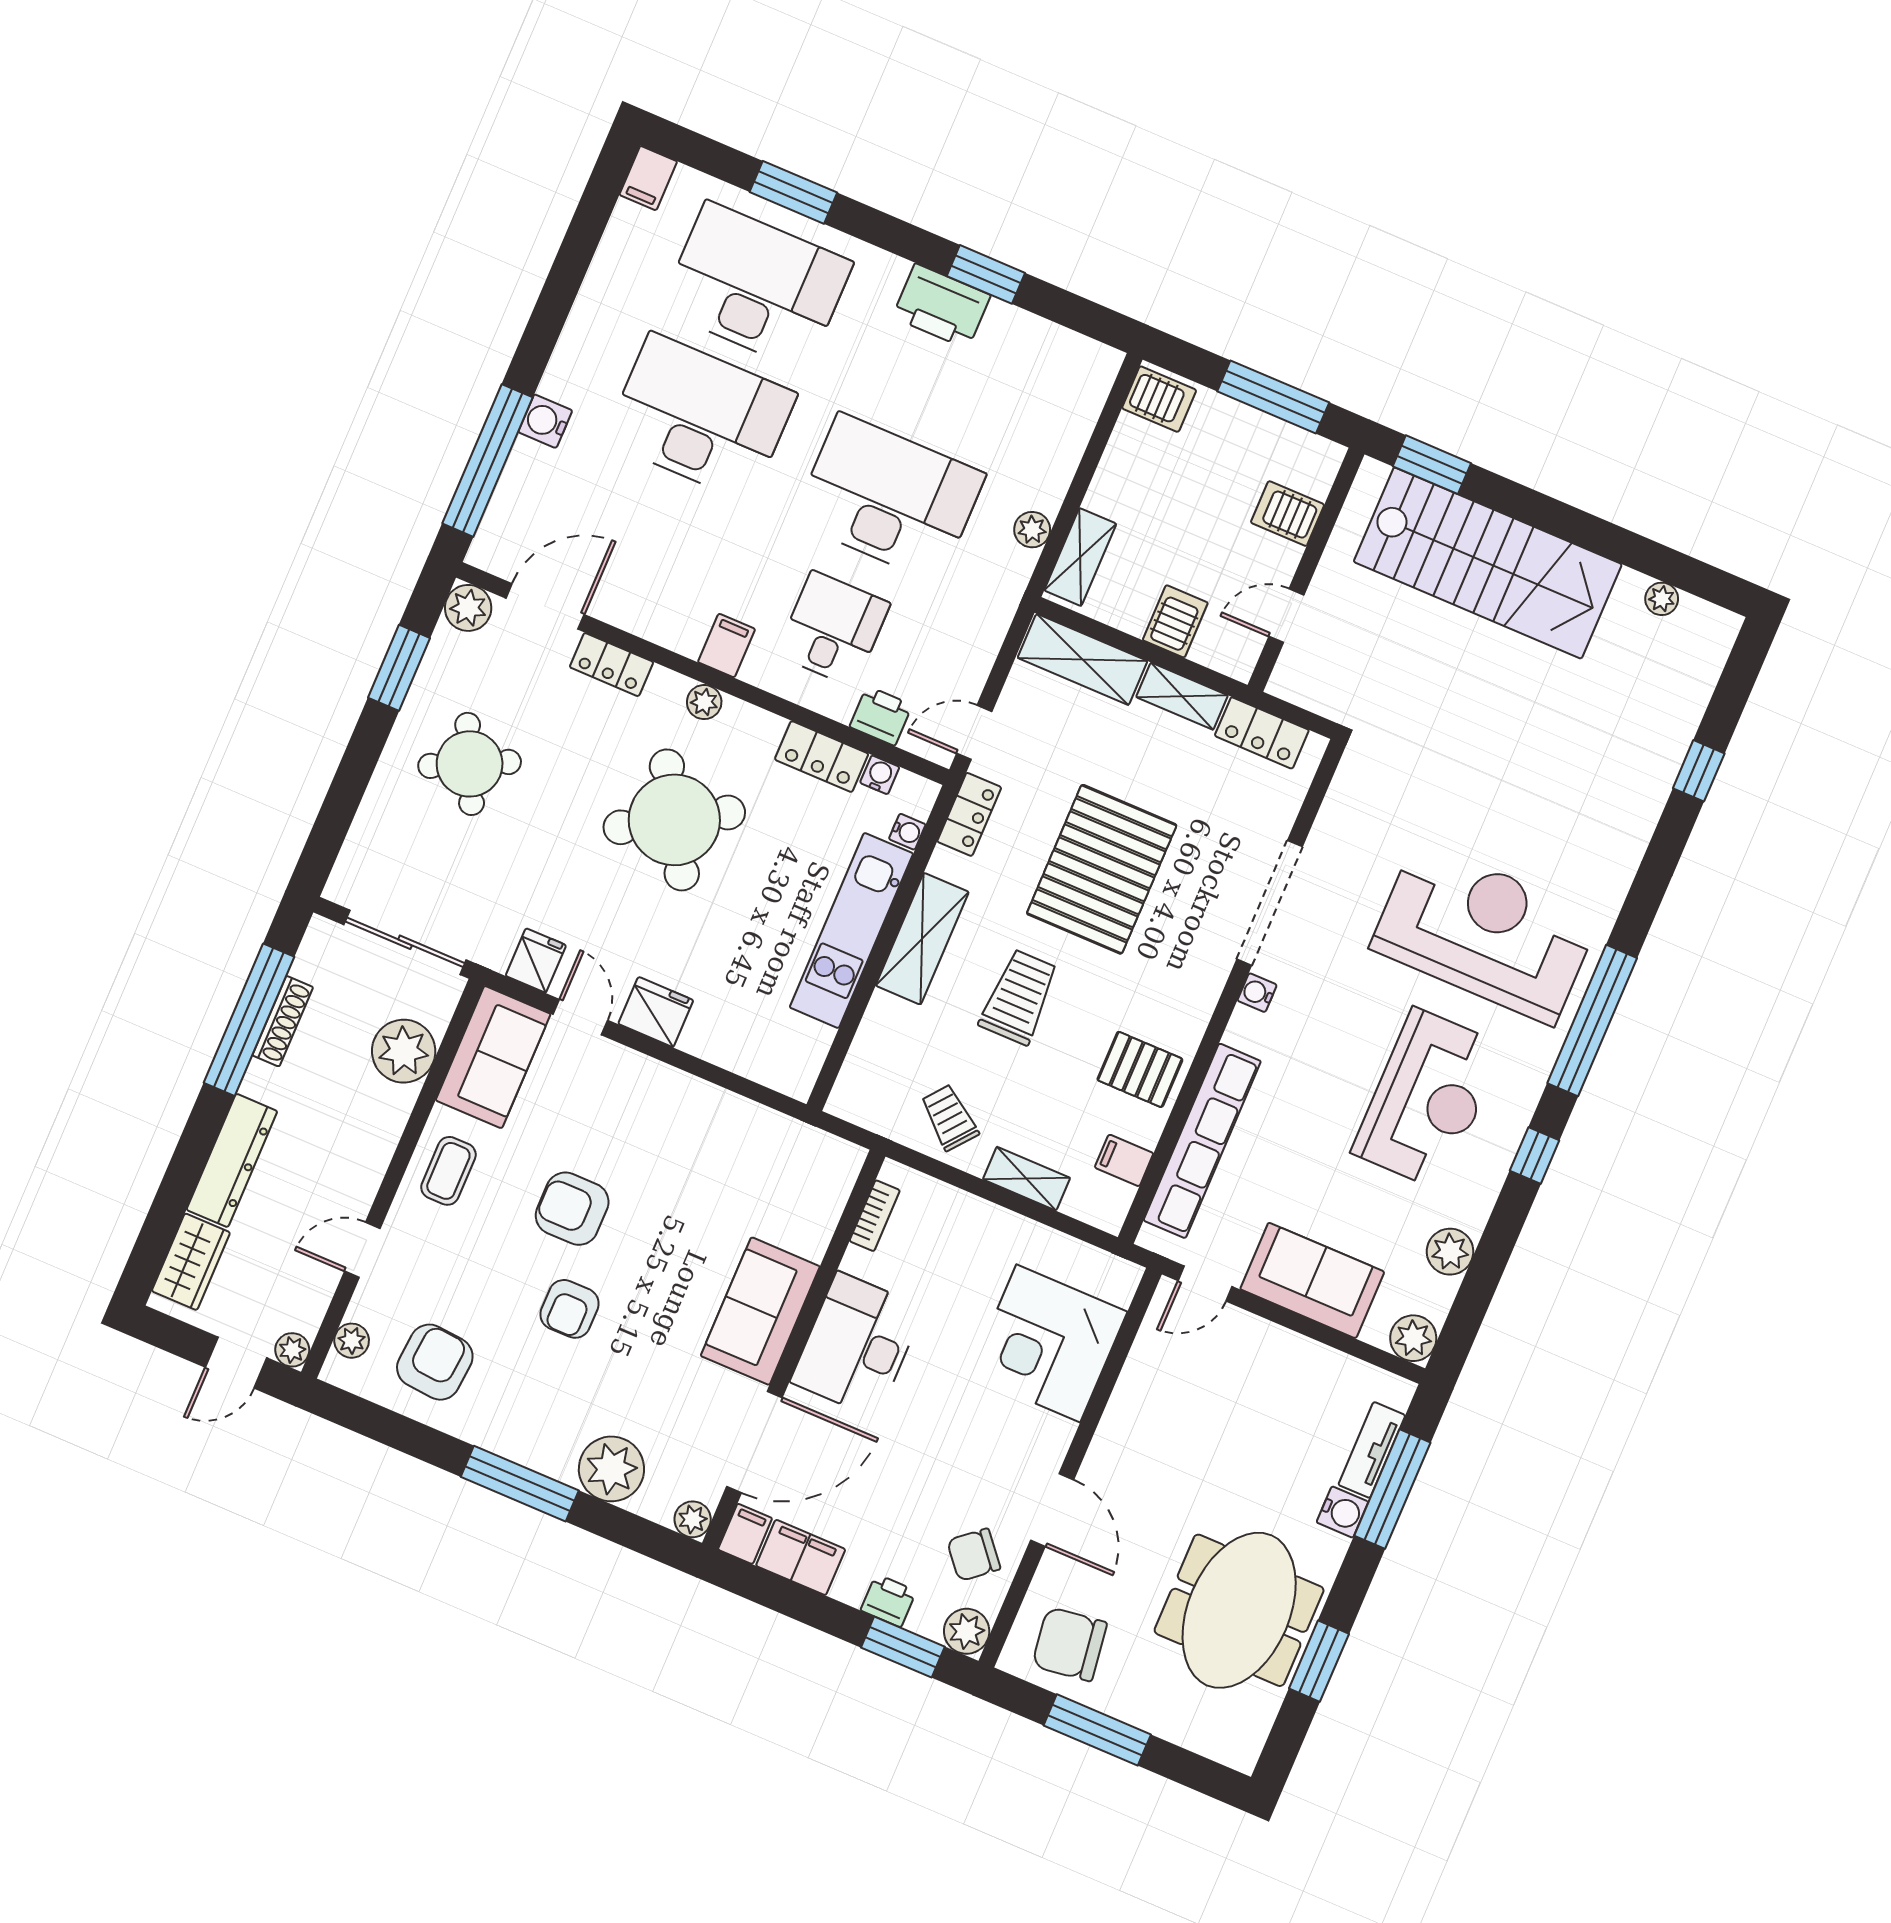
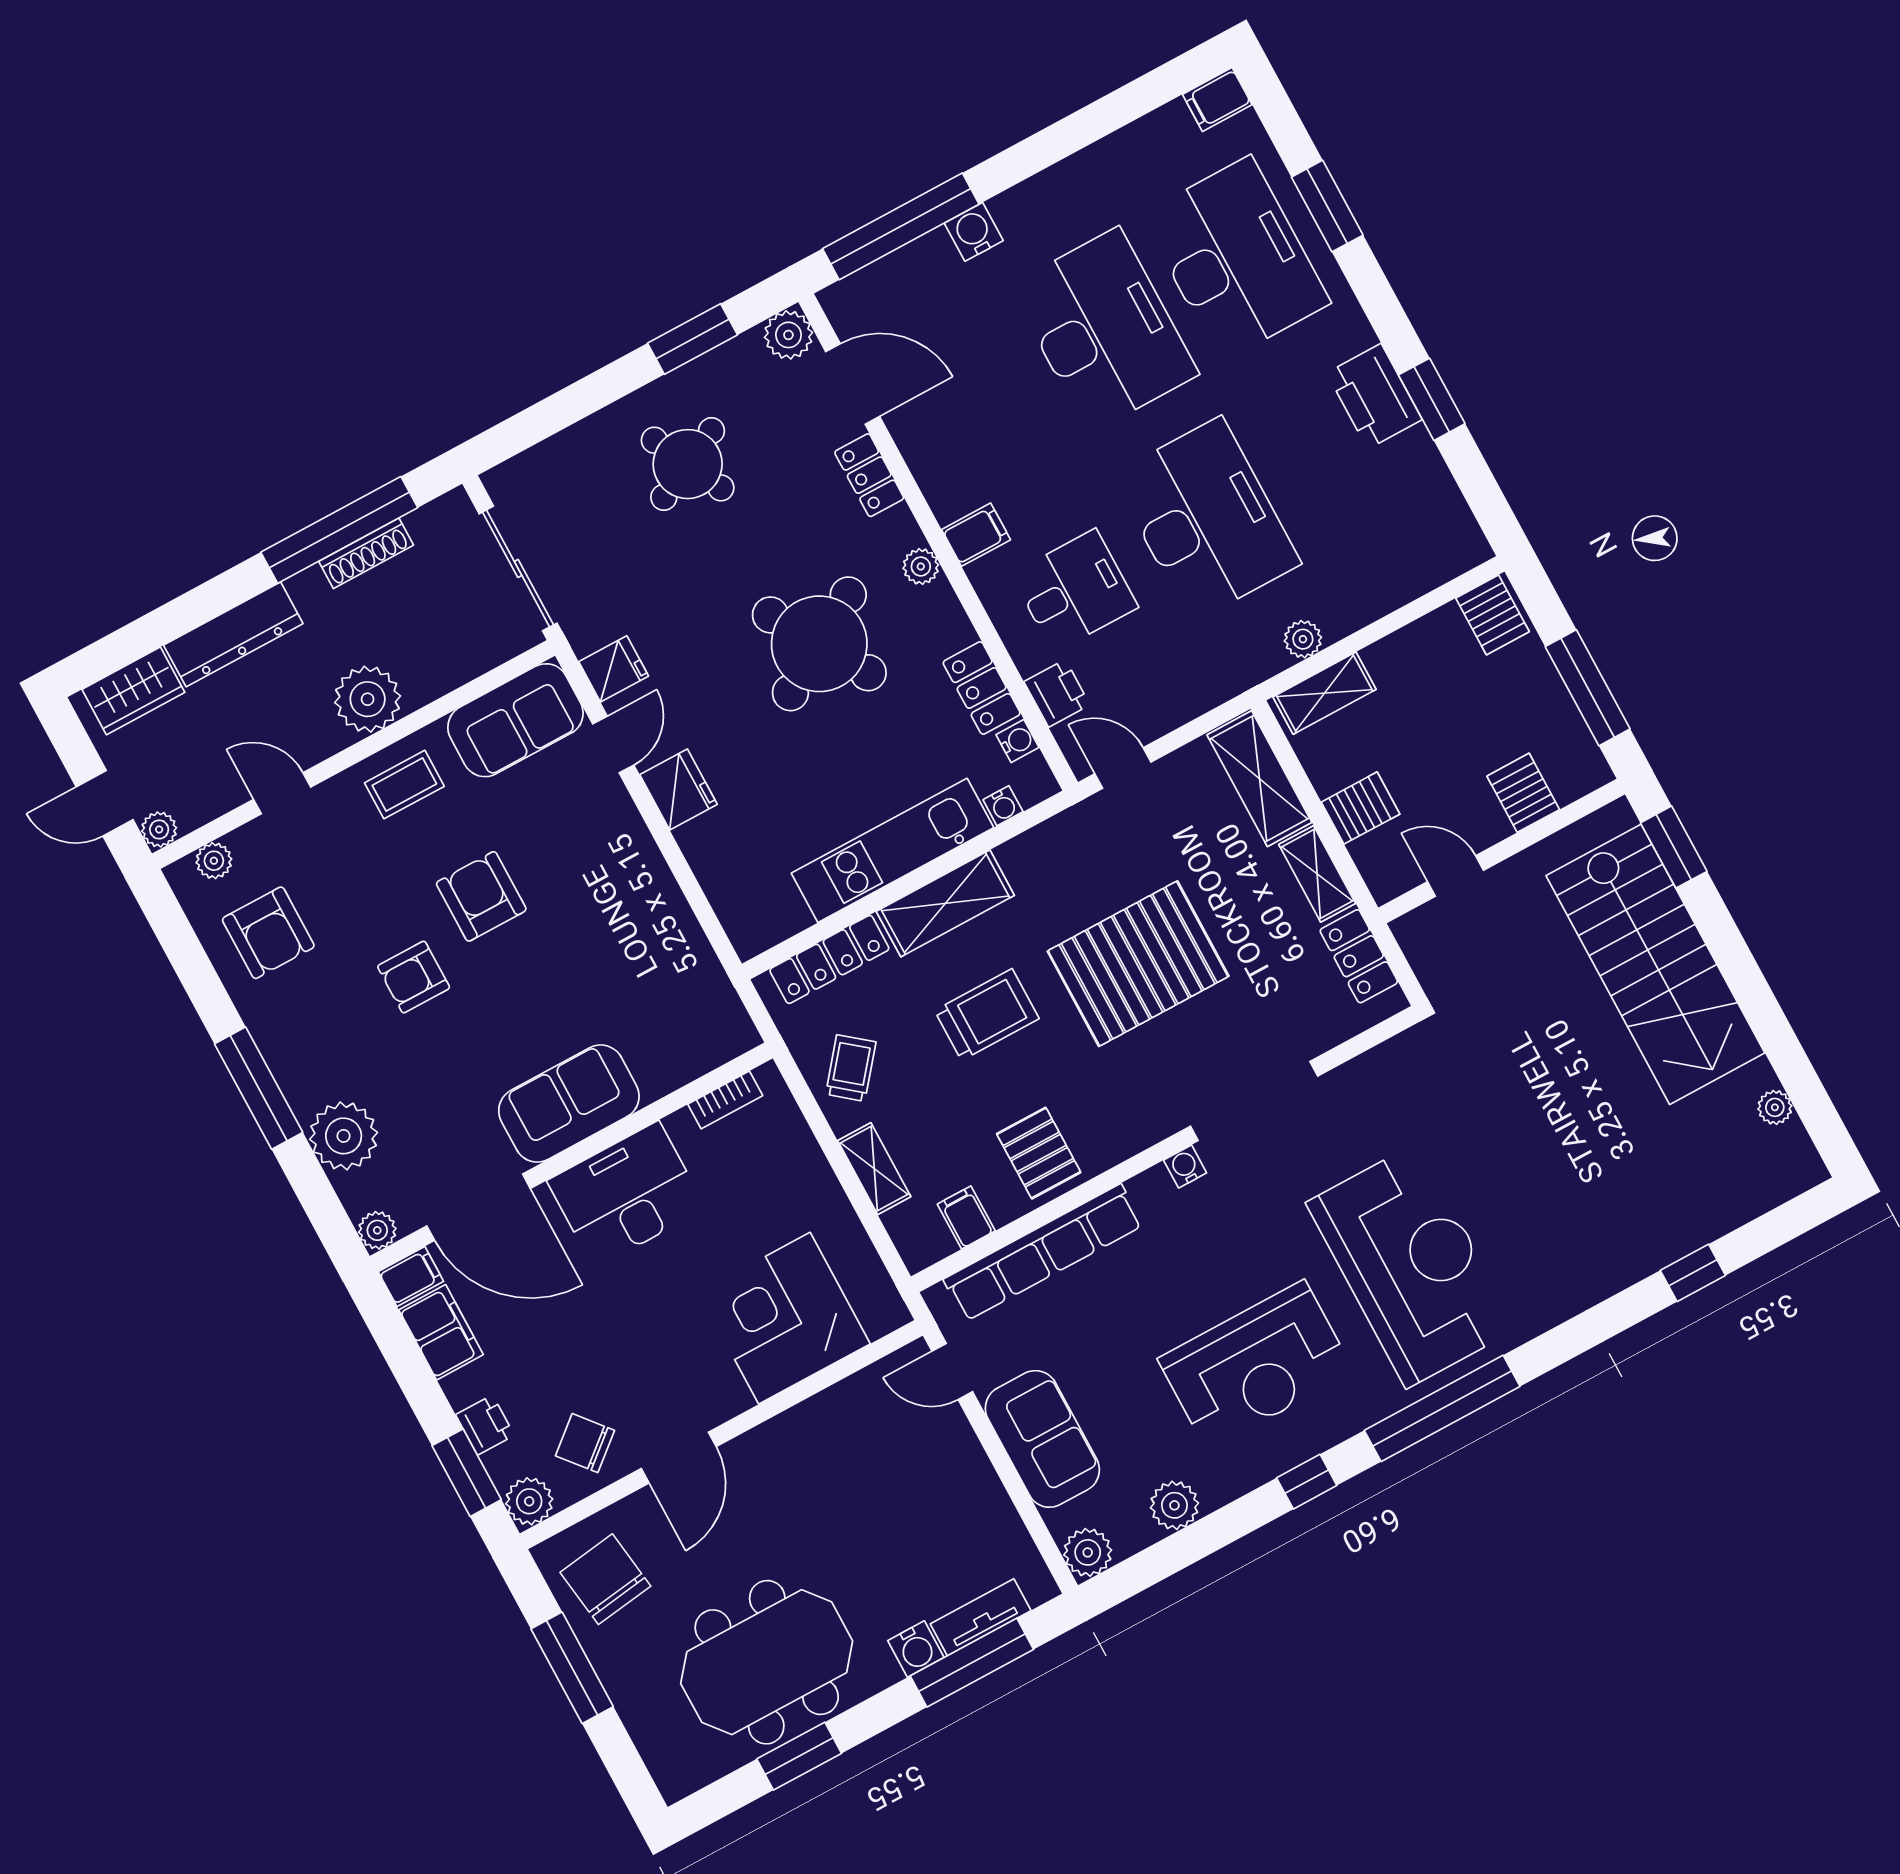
locker: (969, 814) -> (829, 959), moved, width x1.53
plant: (404, 1051) -> (368, 699), moved
armchair: (435, 1362) -> (268, 933), turned 85

